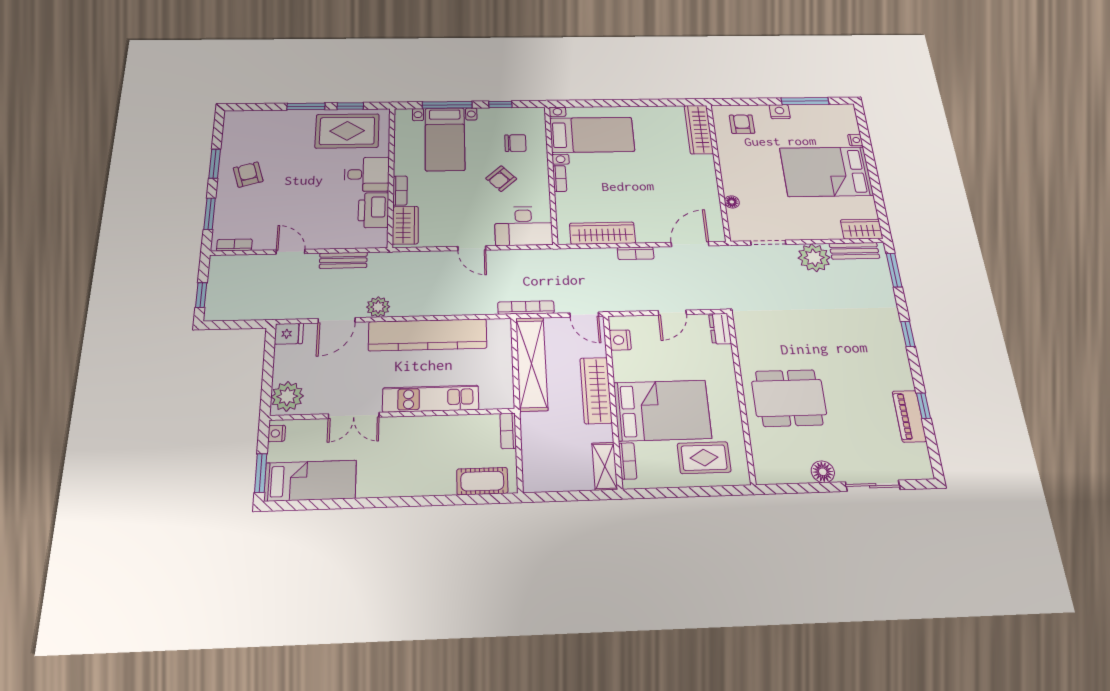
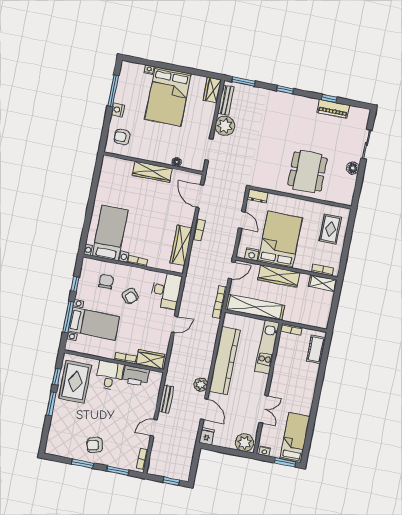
wardrobe: (699, 129) -> (152, 172), moved
kitchen unit: (431, 399) -> (267, 347), moved
bed: (662, 410) -> (280, 240), moved

